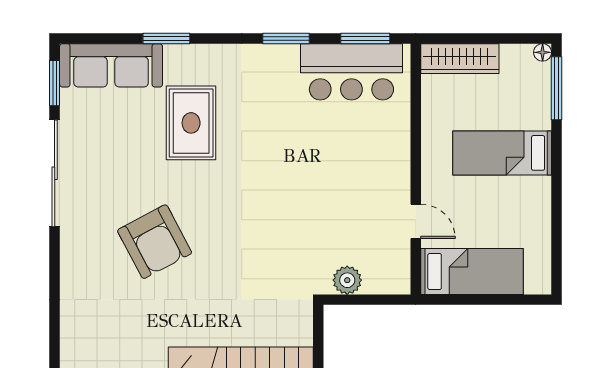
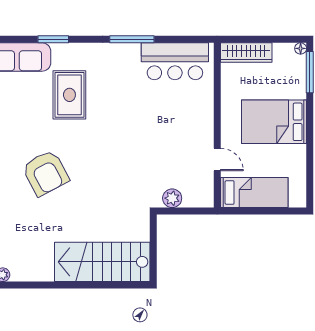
window: (286, 38) -> (132, 39), width x1.44
window: (365, 38) -> (184, 39), removed
bed: (502, 153) -> (274, 122), width x1.50

